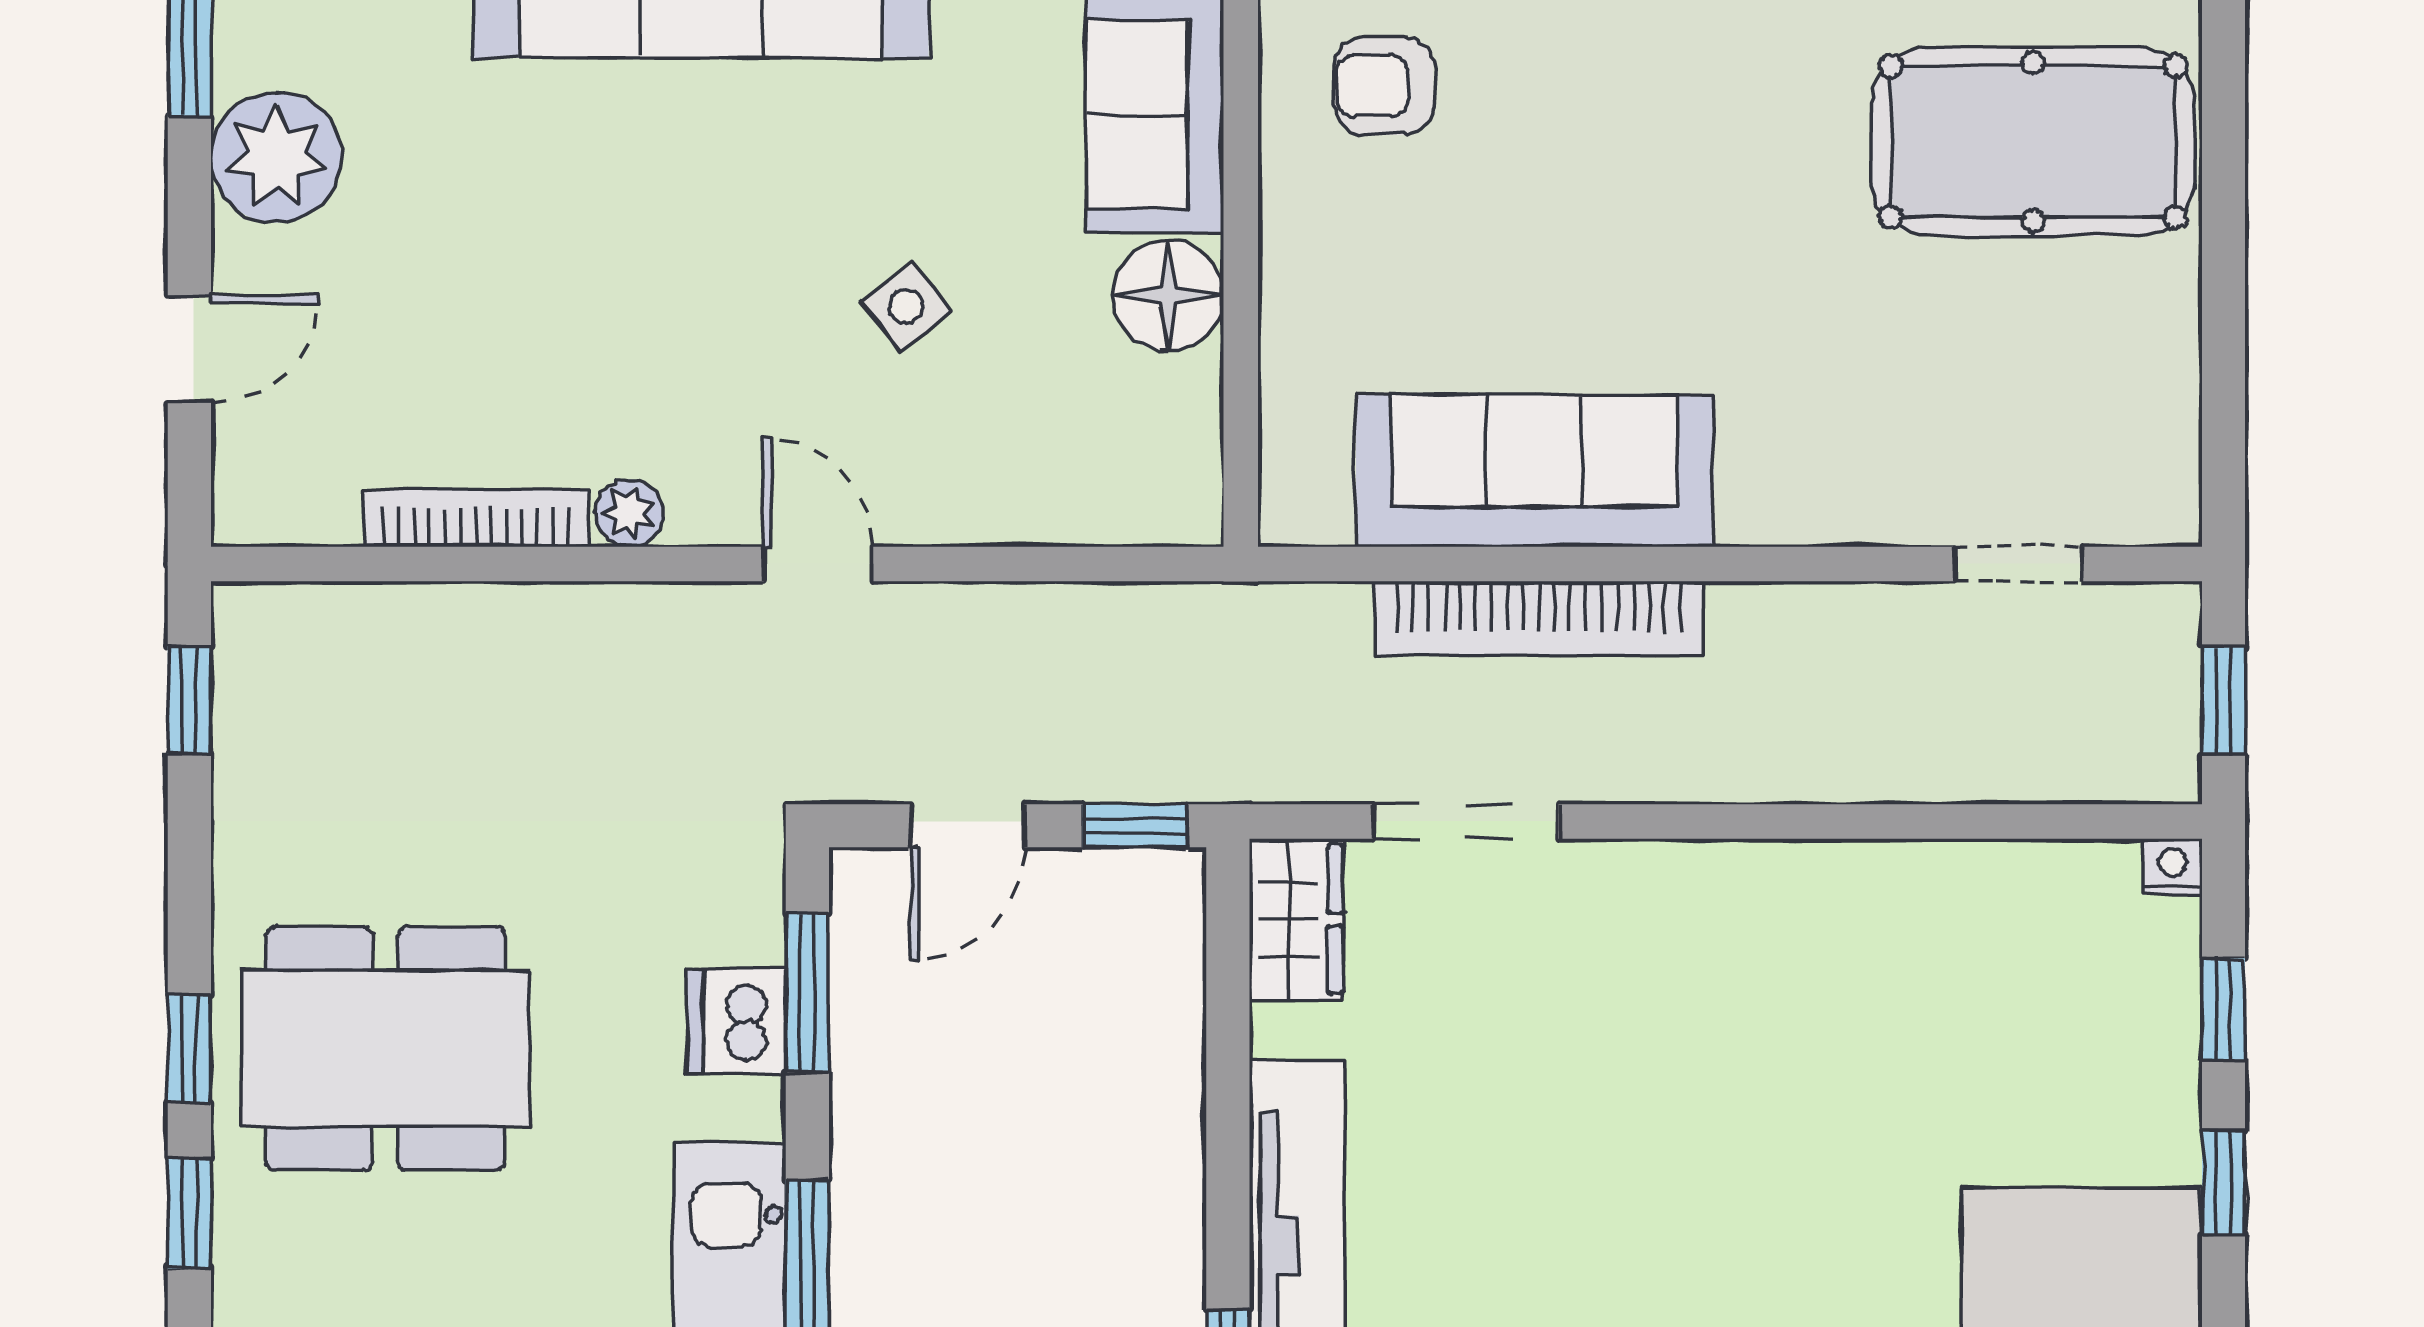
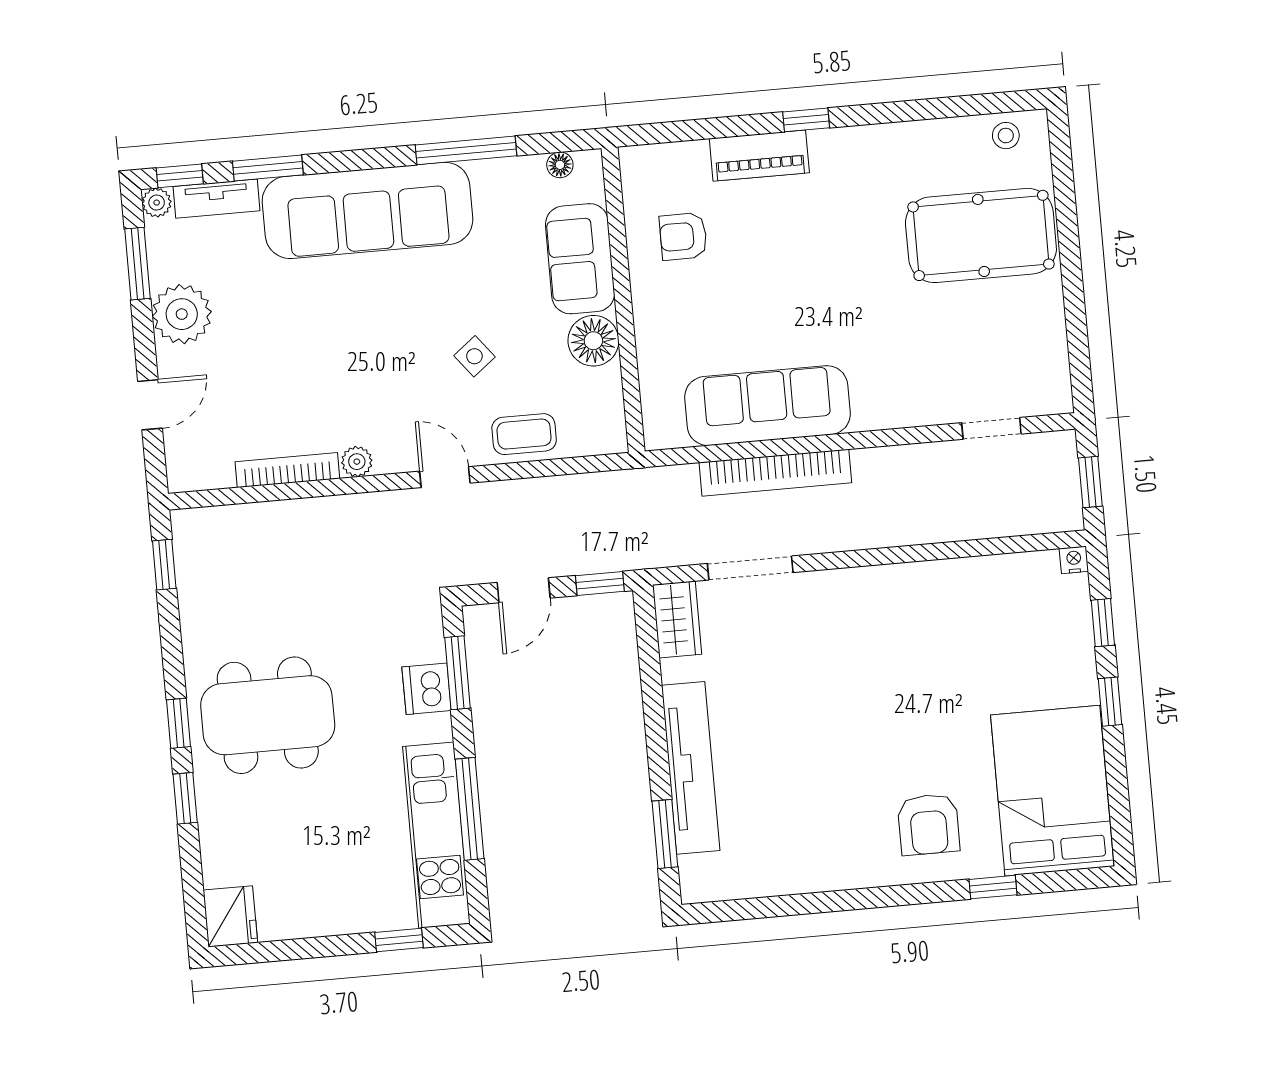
coffee table: (999, 485) -> (524, 434), added

